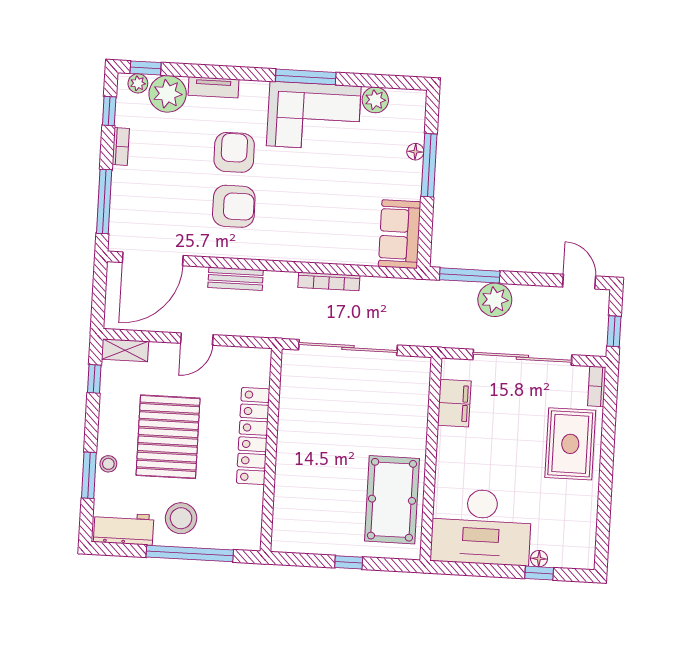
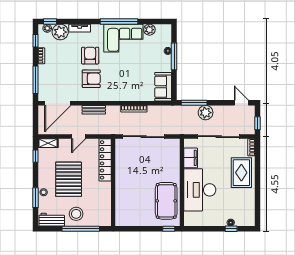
window: (306, 77) -> (119, 21), width x1.46
locker: (253, 436) -> (105, 160), moved
desk: (481, 527) -> (200, 190), moved, turned 90
window: (349, 562) -> (169, 229), moved

